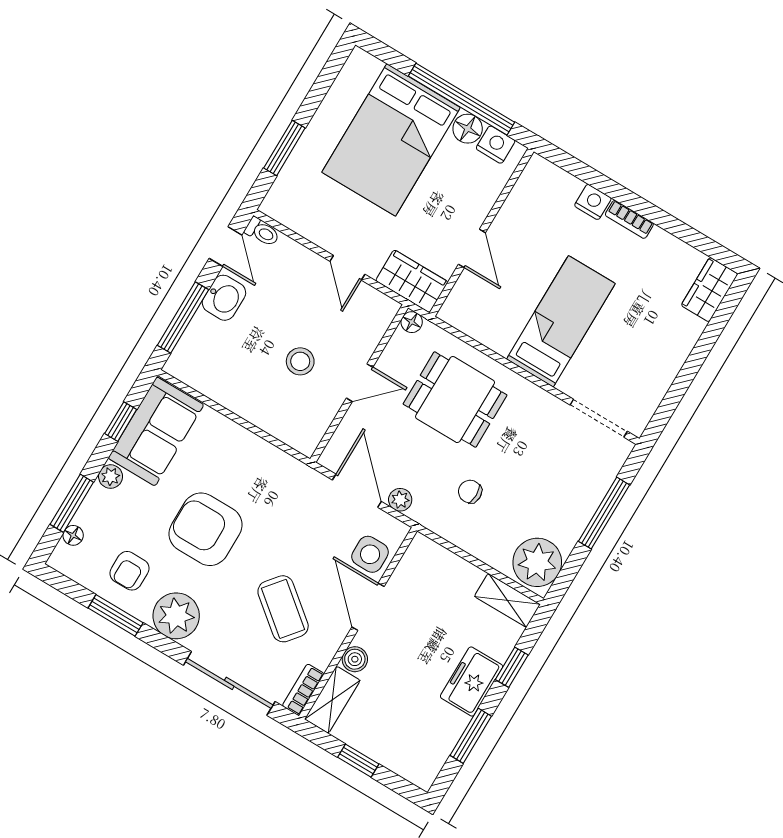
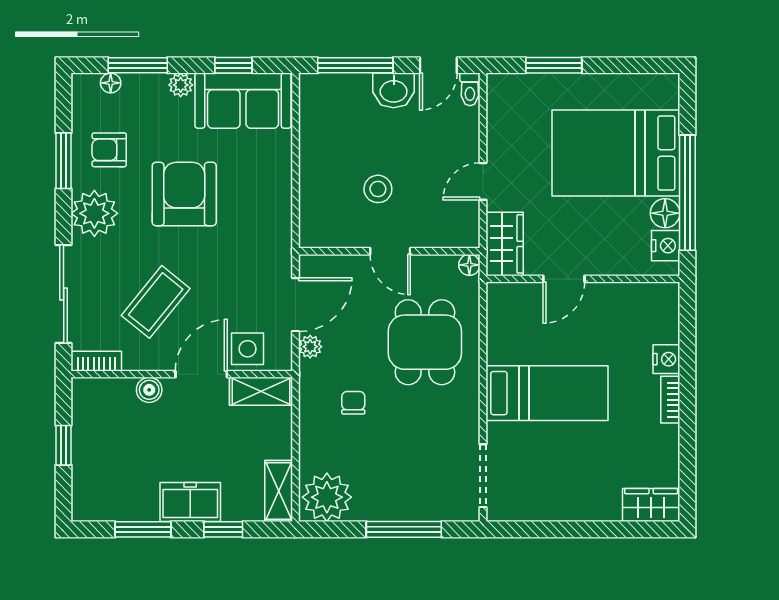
shelving: (332, 700) -> (261, 391), moved

